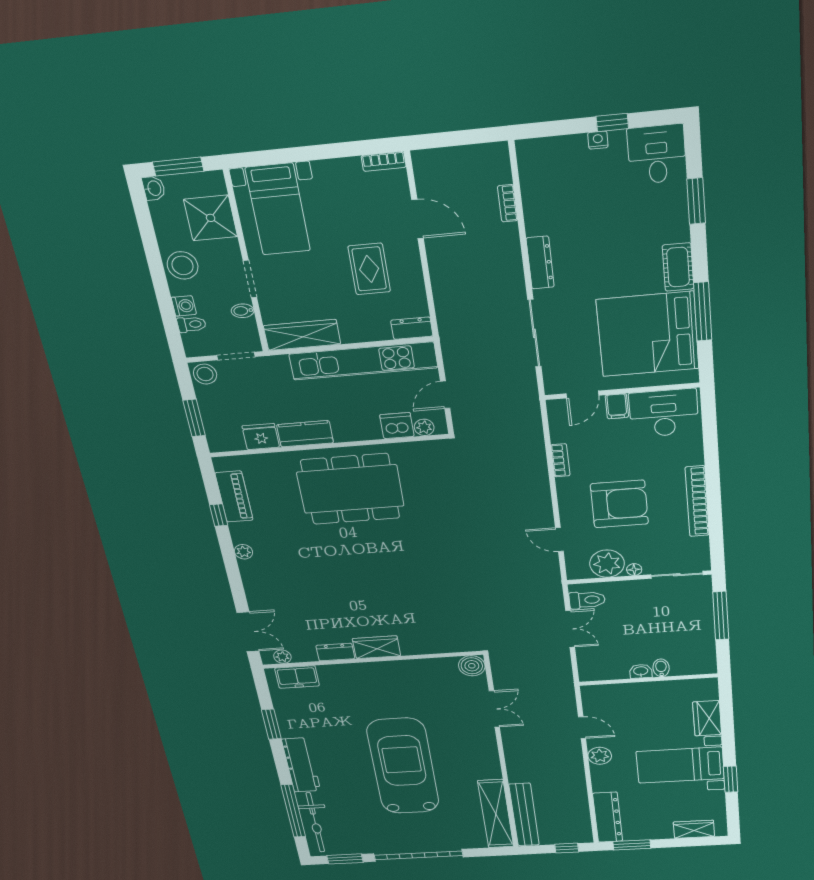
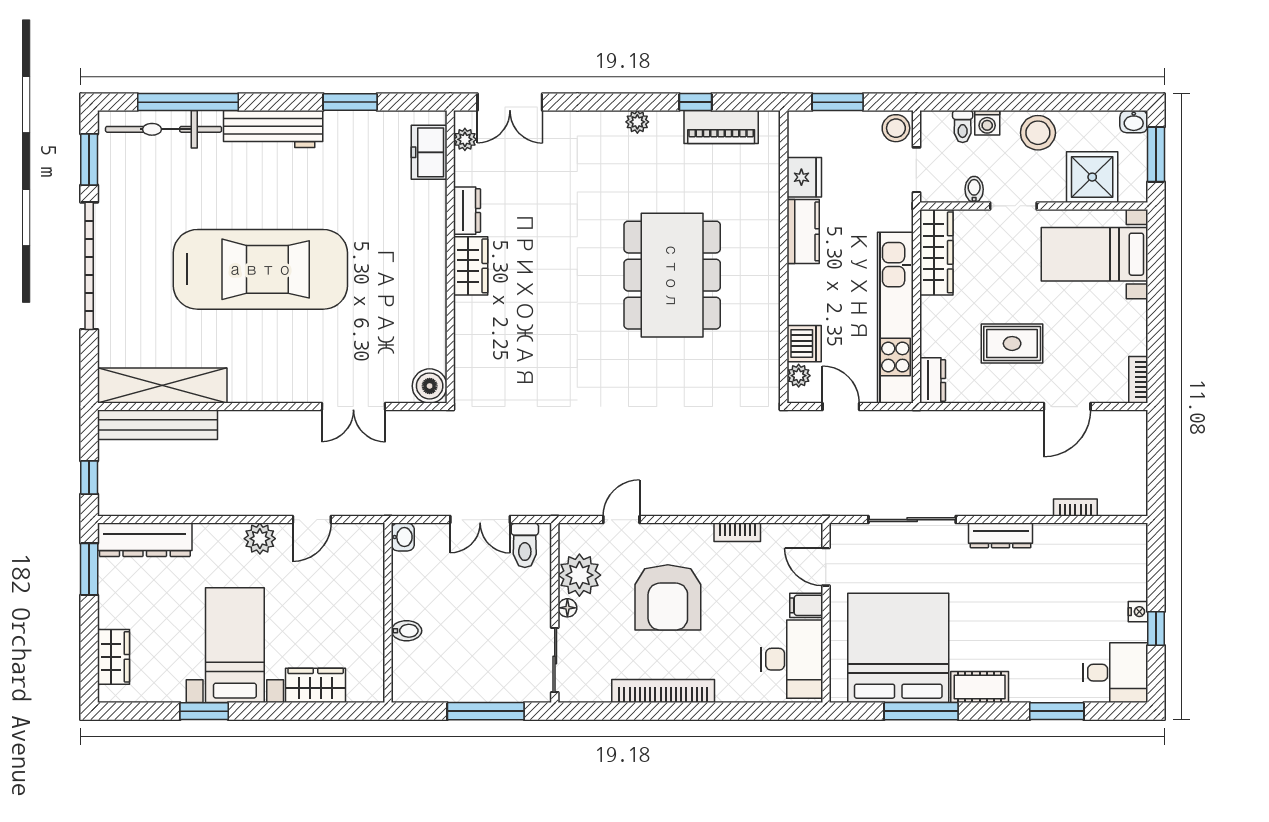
dining table: (350, 489) -> (672, 275), moved
washbasin: (641, 671) -> (403, 537), moved

